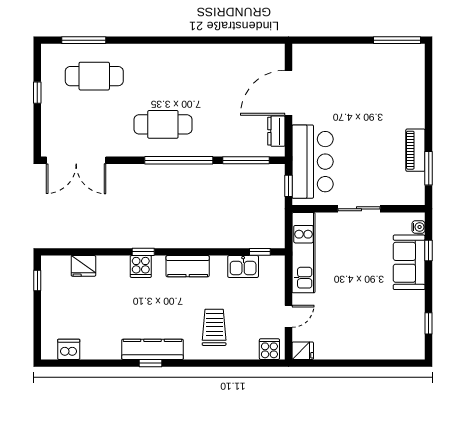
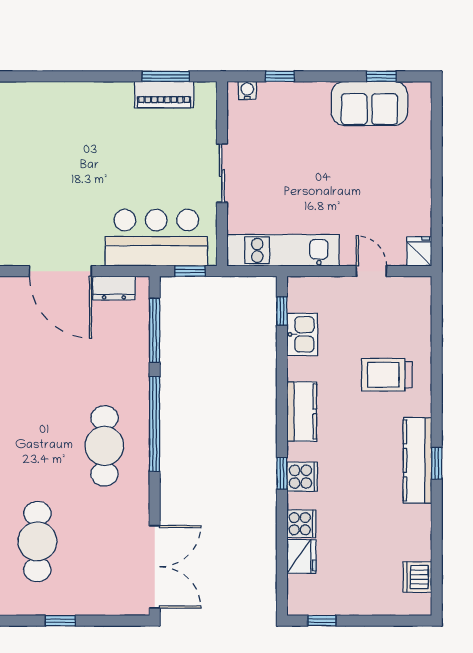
piano: (415, 150) -> (164, 95), moved
sofa: (409, 262) -> (369, 103), moved
cooker: (269, 349) -> (301, 524), moved, turned 180

